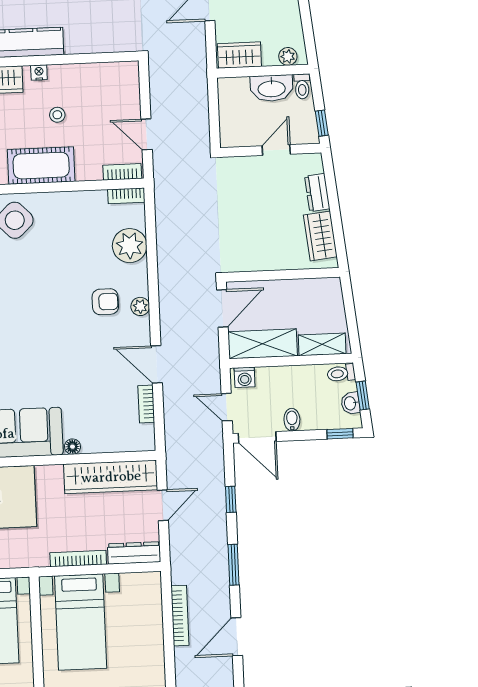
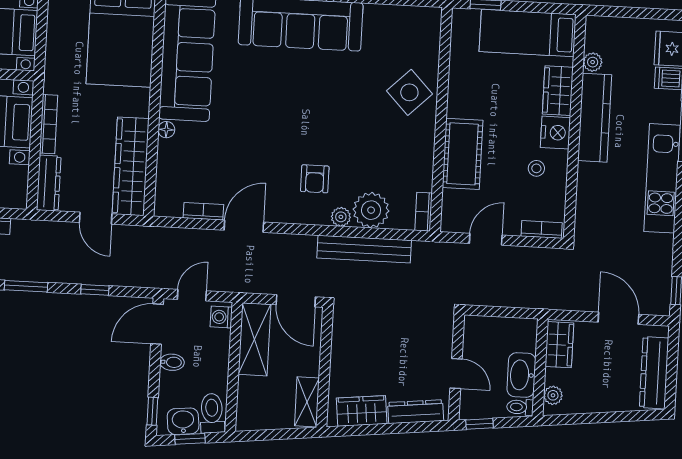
nightstand: (39, 72) -> (555, 133), width x1.89, depth x1.79
stool: (57, 115) -> (536, 168), moved
cot: (41, 166) -> (463, 154), moved
bookcase: (122, 172) -> (542, 229), moved, turned -90
dresser: (317, 193) -> (416, 412), width x1.44
bench: (167, 249) -> (364, 249), added
plant: (140, 306) -> (341, 217), moved
shelving: (322, 344) -> (307, 402), moved
toilet: (341, 373) -> (212, 413), width x1.37, depth x1.39
washbasin: (351, 403) -> (183, 421), width x1.38, depth x1.45

